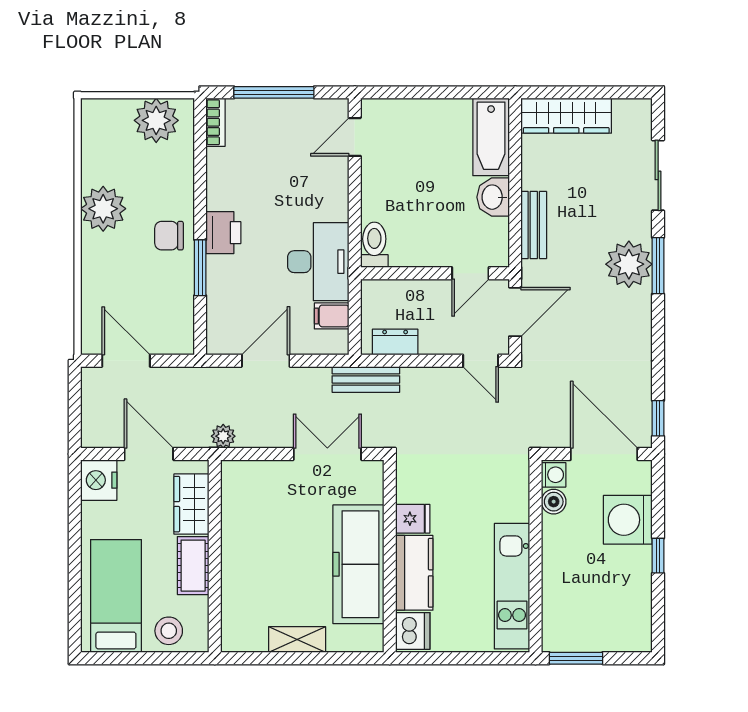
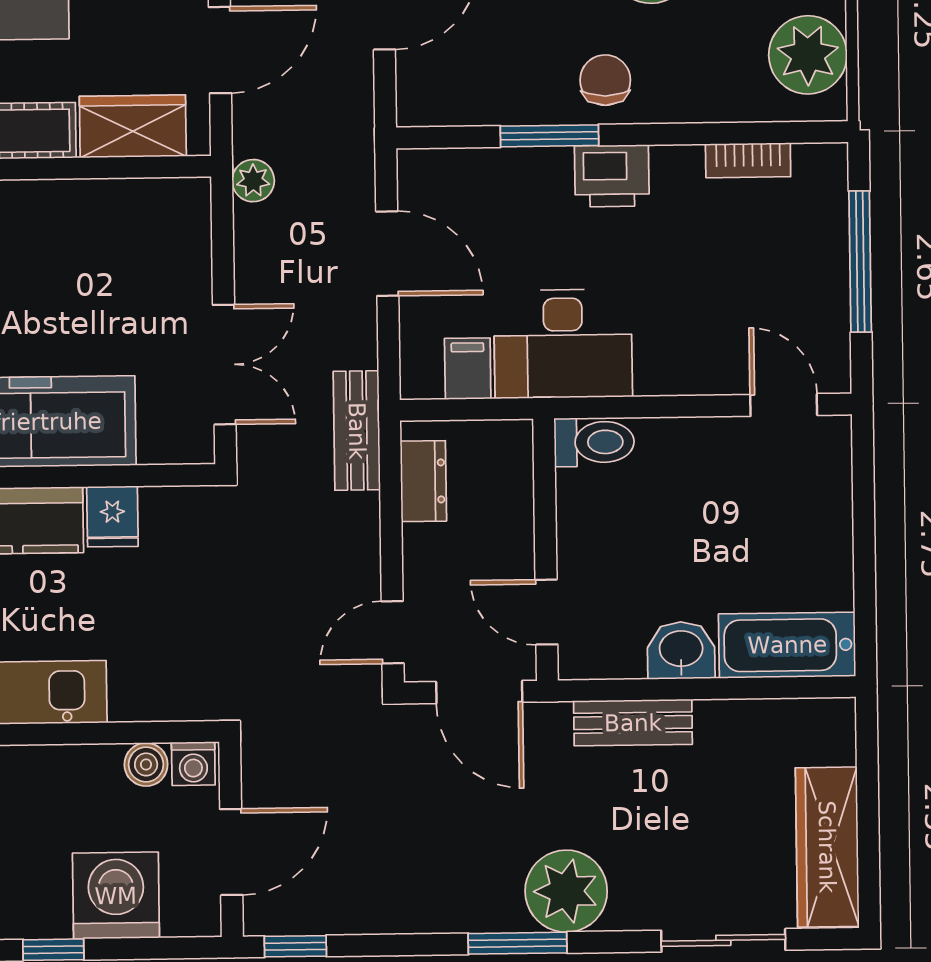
wardrobe: (566, 116) -> (827, 847), moved
bookcase: (216, 122) -> (748, 160), moved
window: (658, 266) -> (518, 943), moved
door: (604, 454) -> (231, 852), width x0.73

